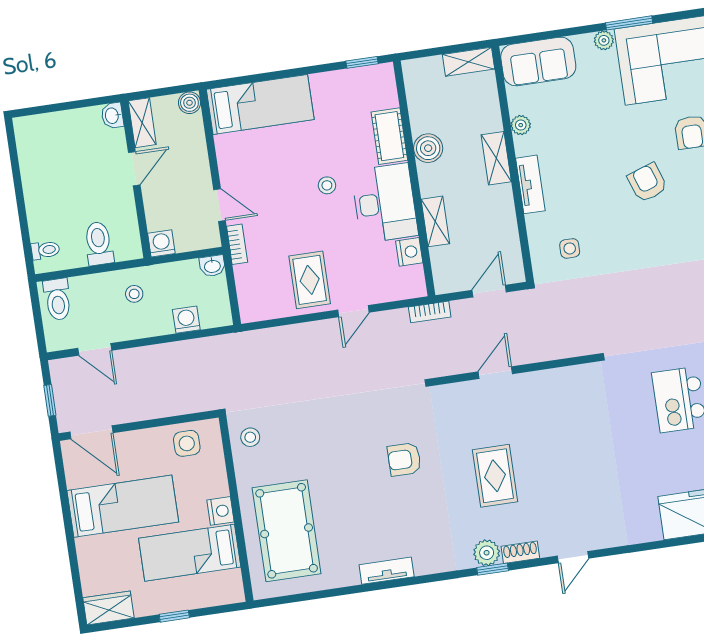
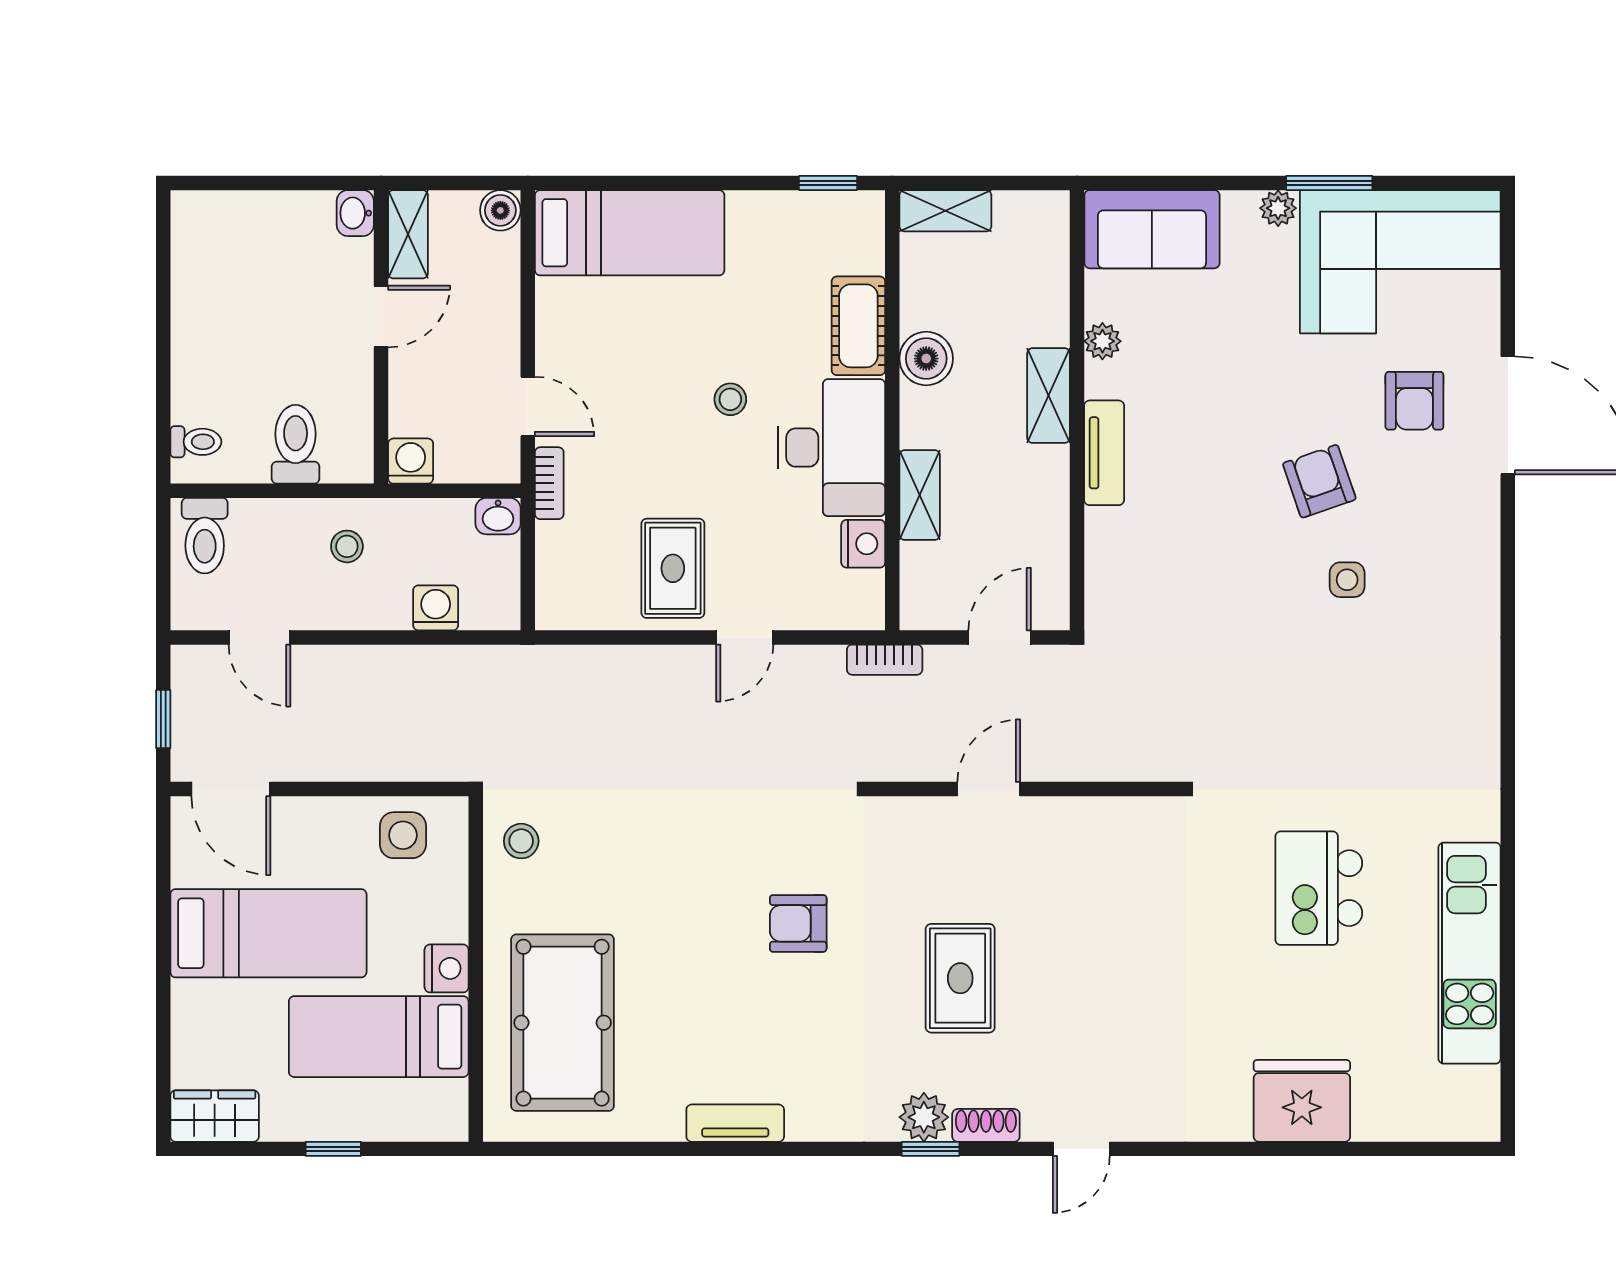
shelving: (469, 62) -> (945, 211), moved
side table: (570, 248) -> (1347, 580), moved

